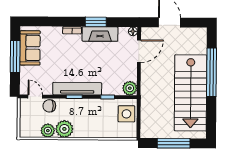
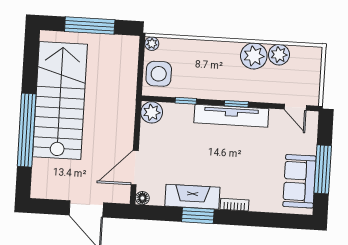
chair: (49, 106) -> (275, 92), removed
plant: (132, 134) -> (152, 44), added

